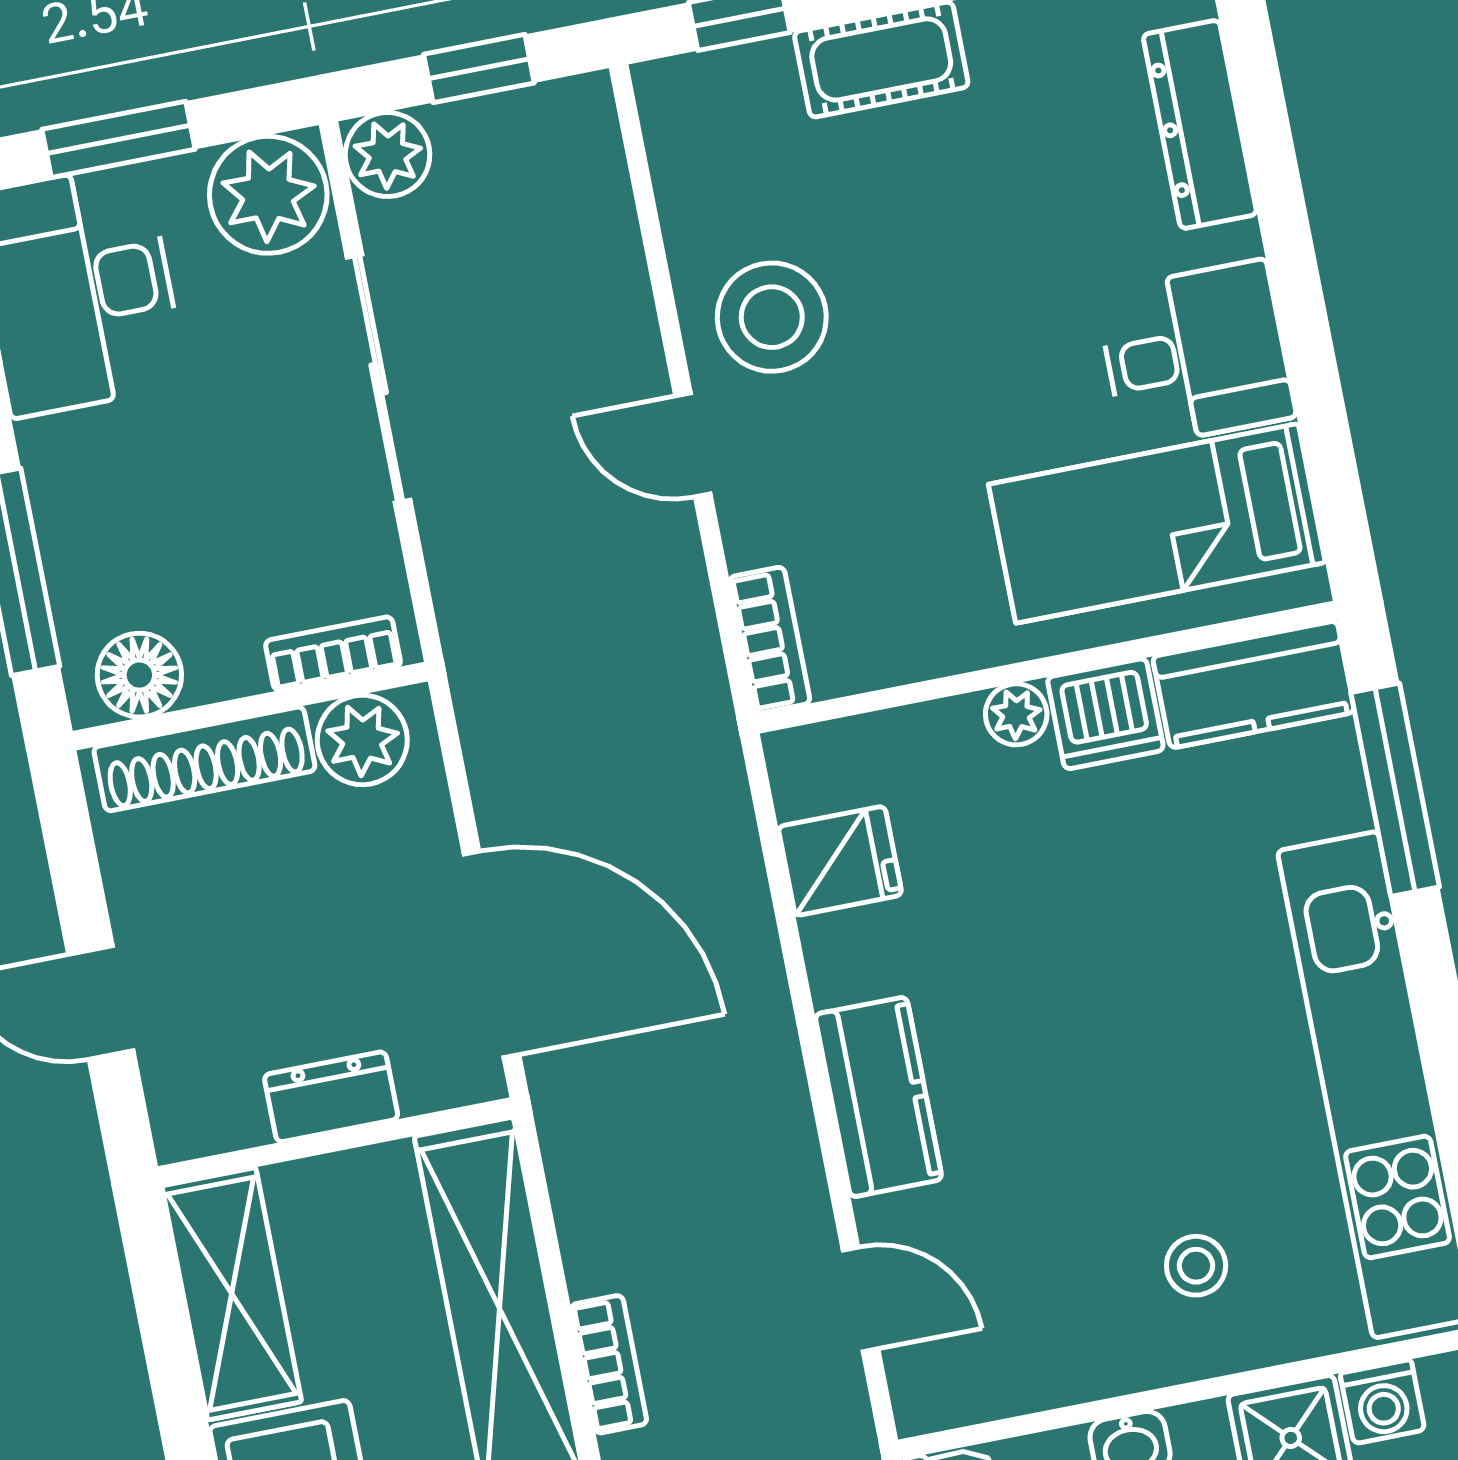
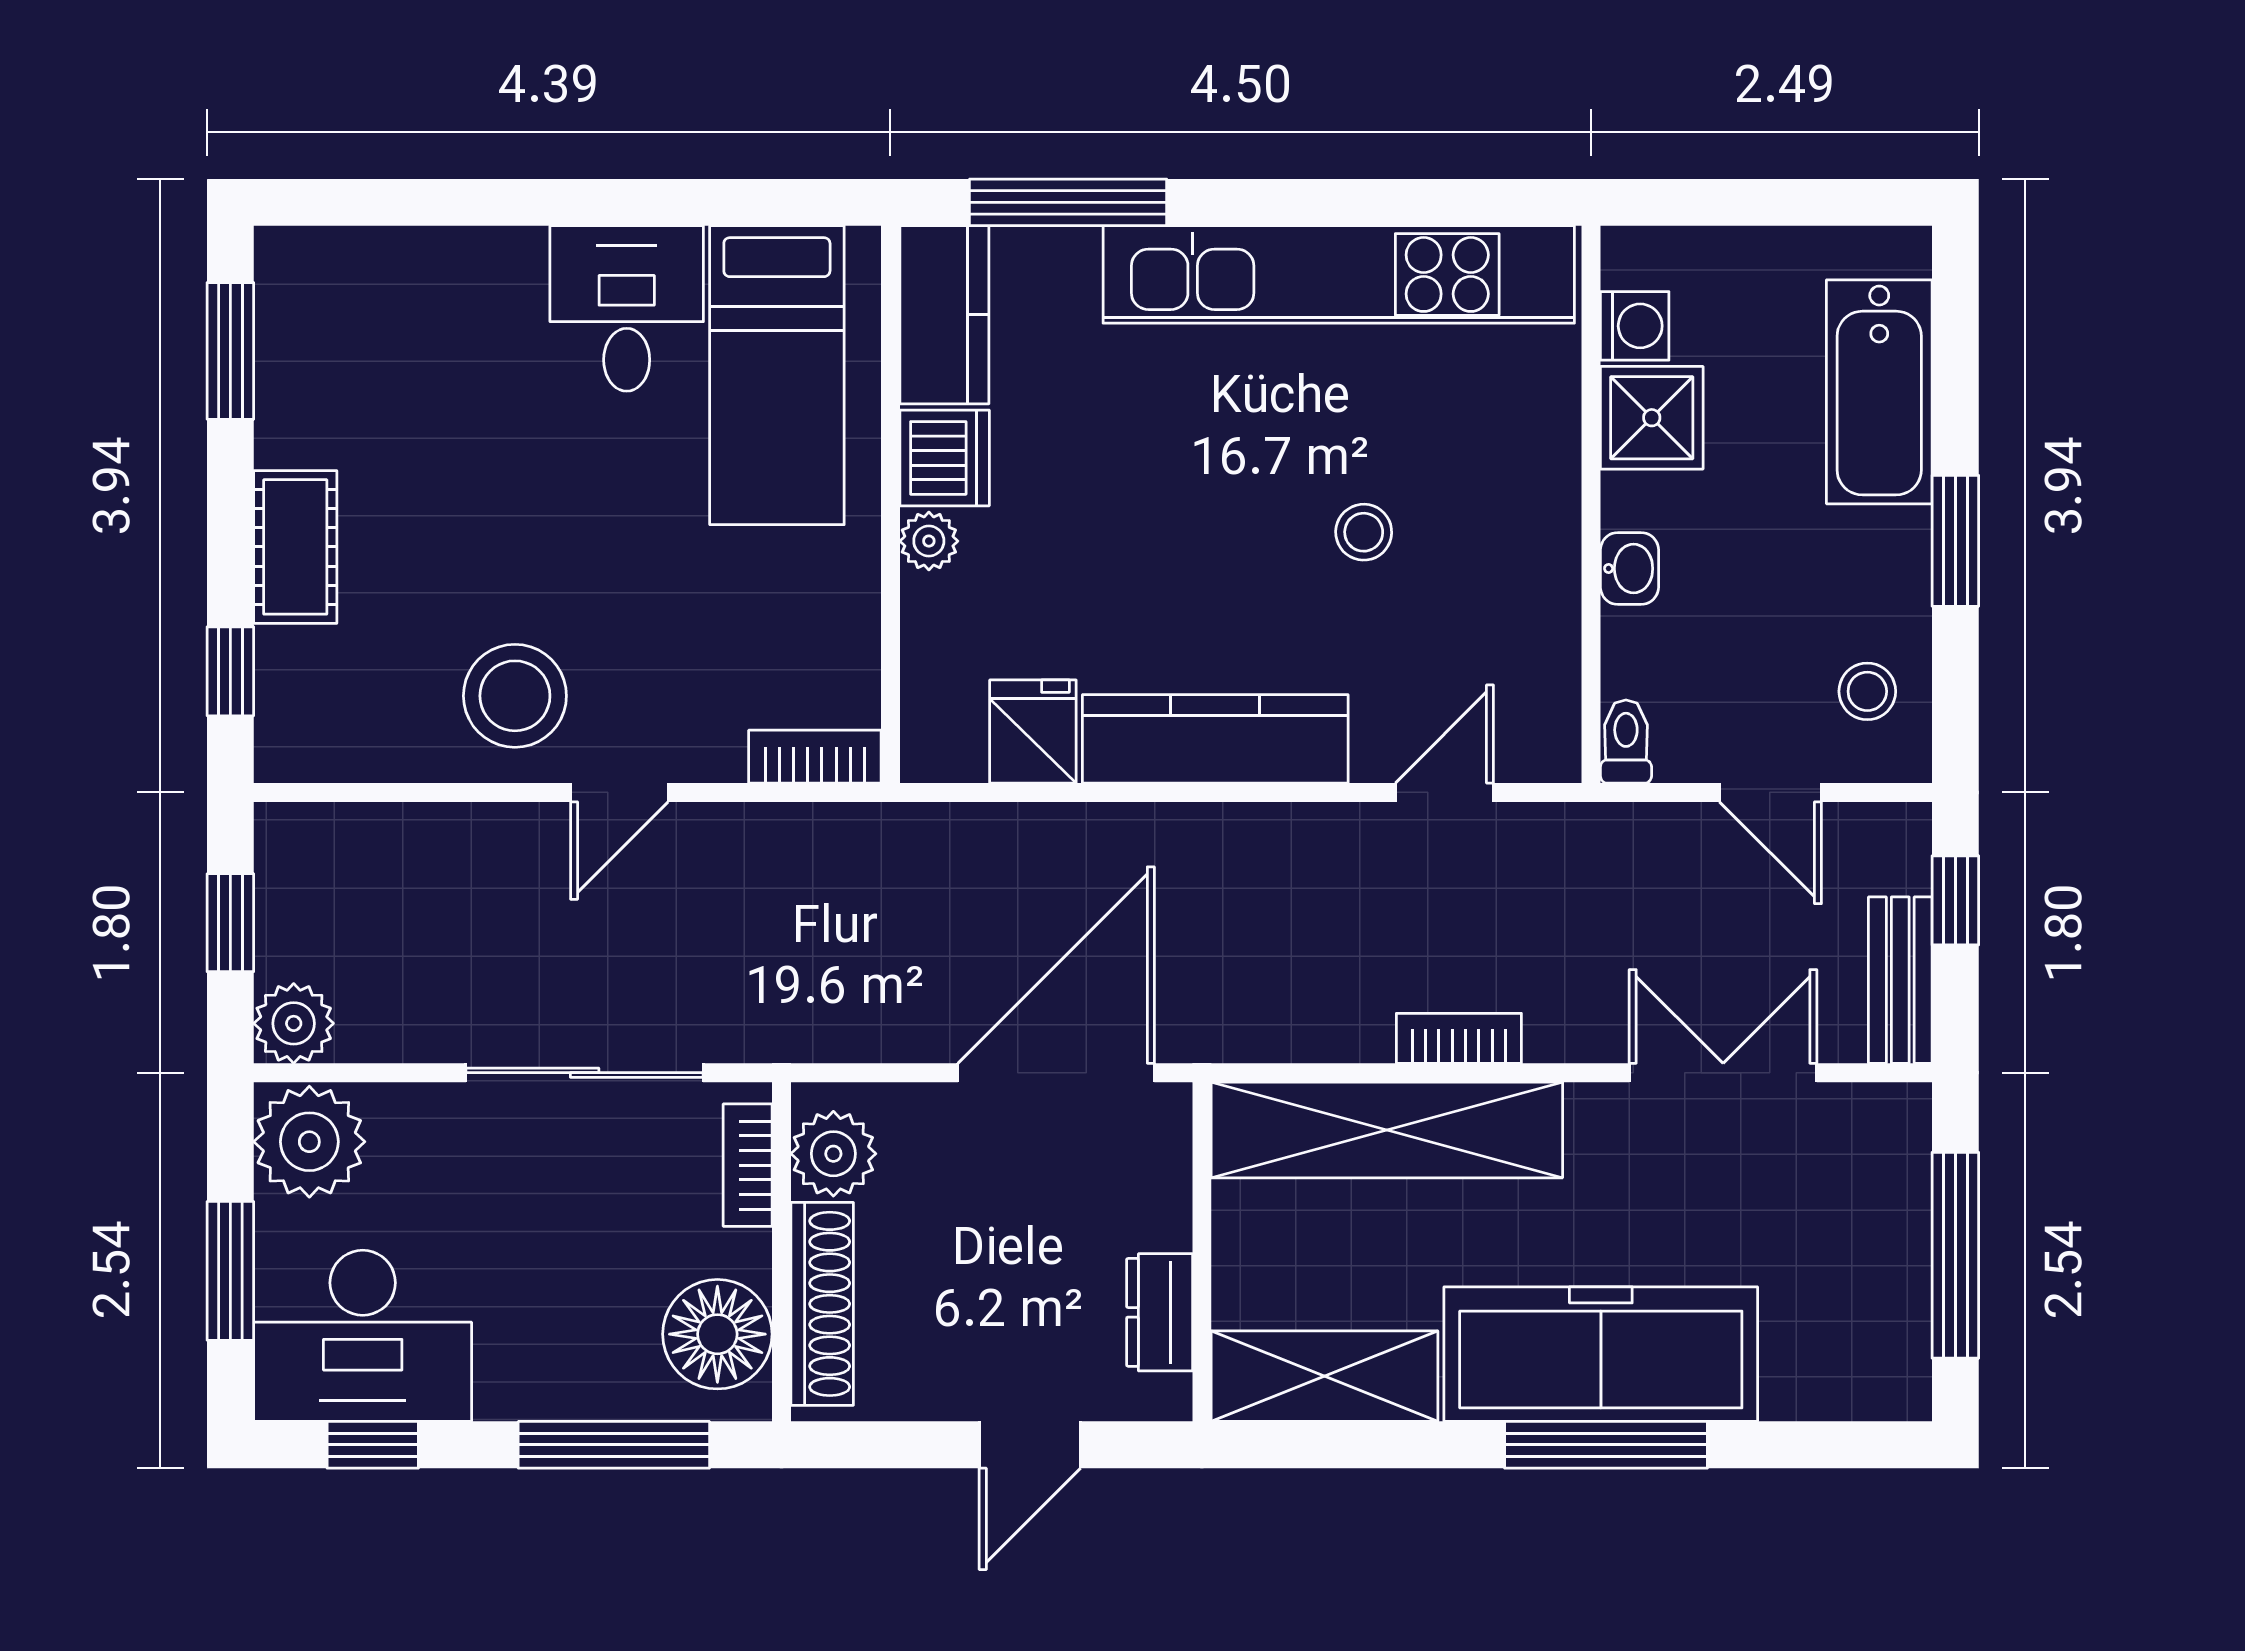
dresser: (1200, 124) -> (414, 263), removed
sliding door: (379, 379) -> (585, 1073), moved
floor lamp: (139, 675) -> (717, 1334), width x1.38, depth x1.38
dresser: (331, 1097) -> (1160, 1312), moved
kitchen counter: (878, 1097) -> (1215, 739), width x1.50
stool: (1196, 1266) -> (1364, 532), moved

